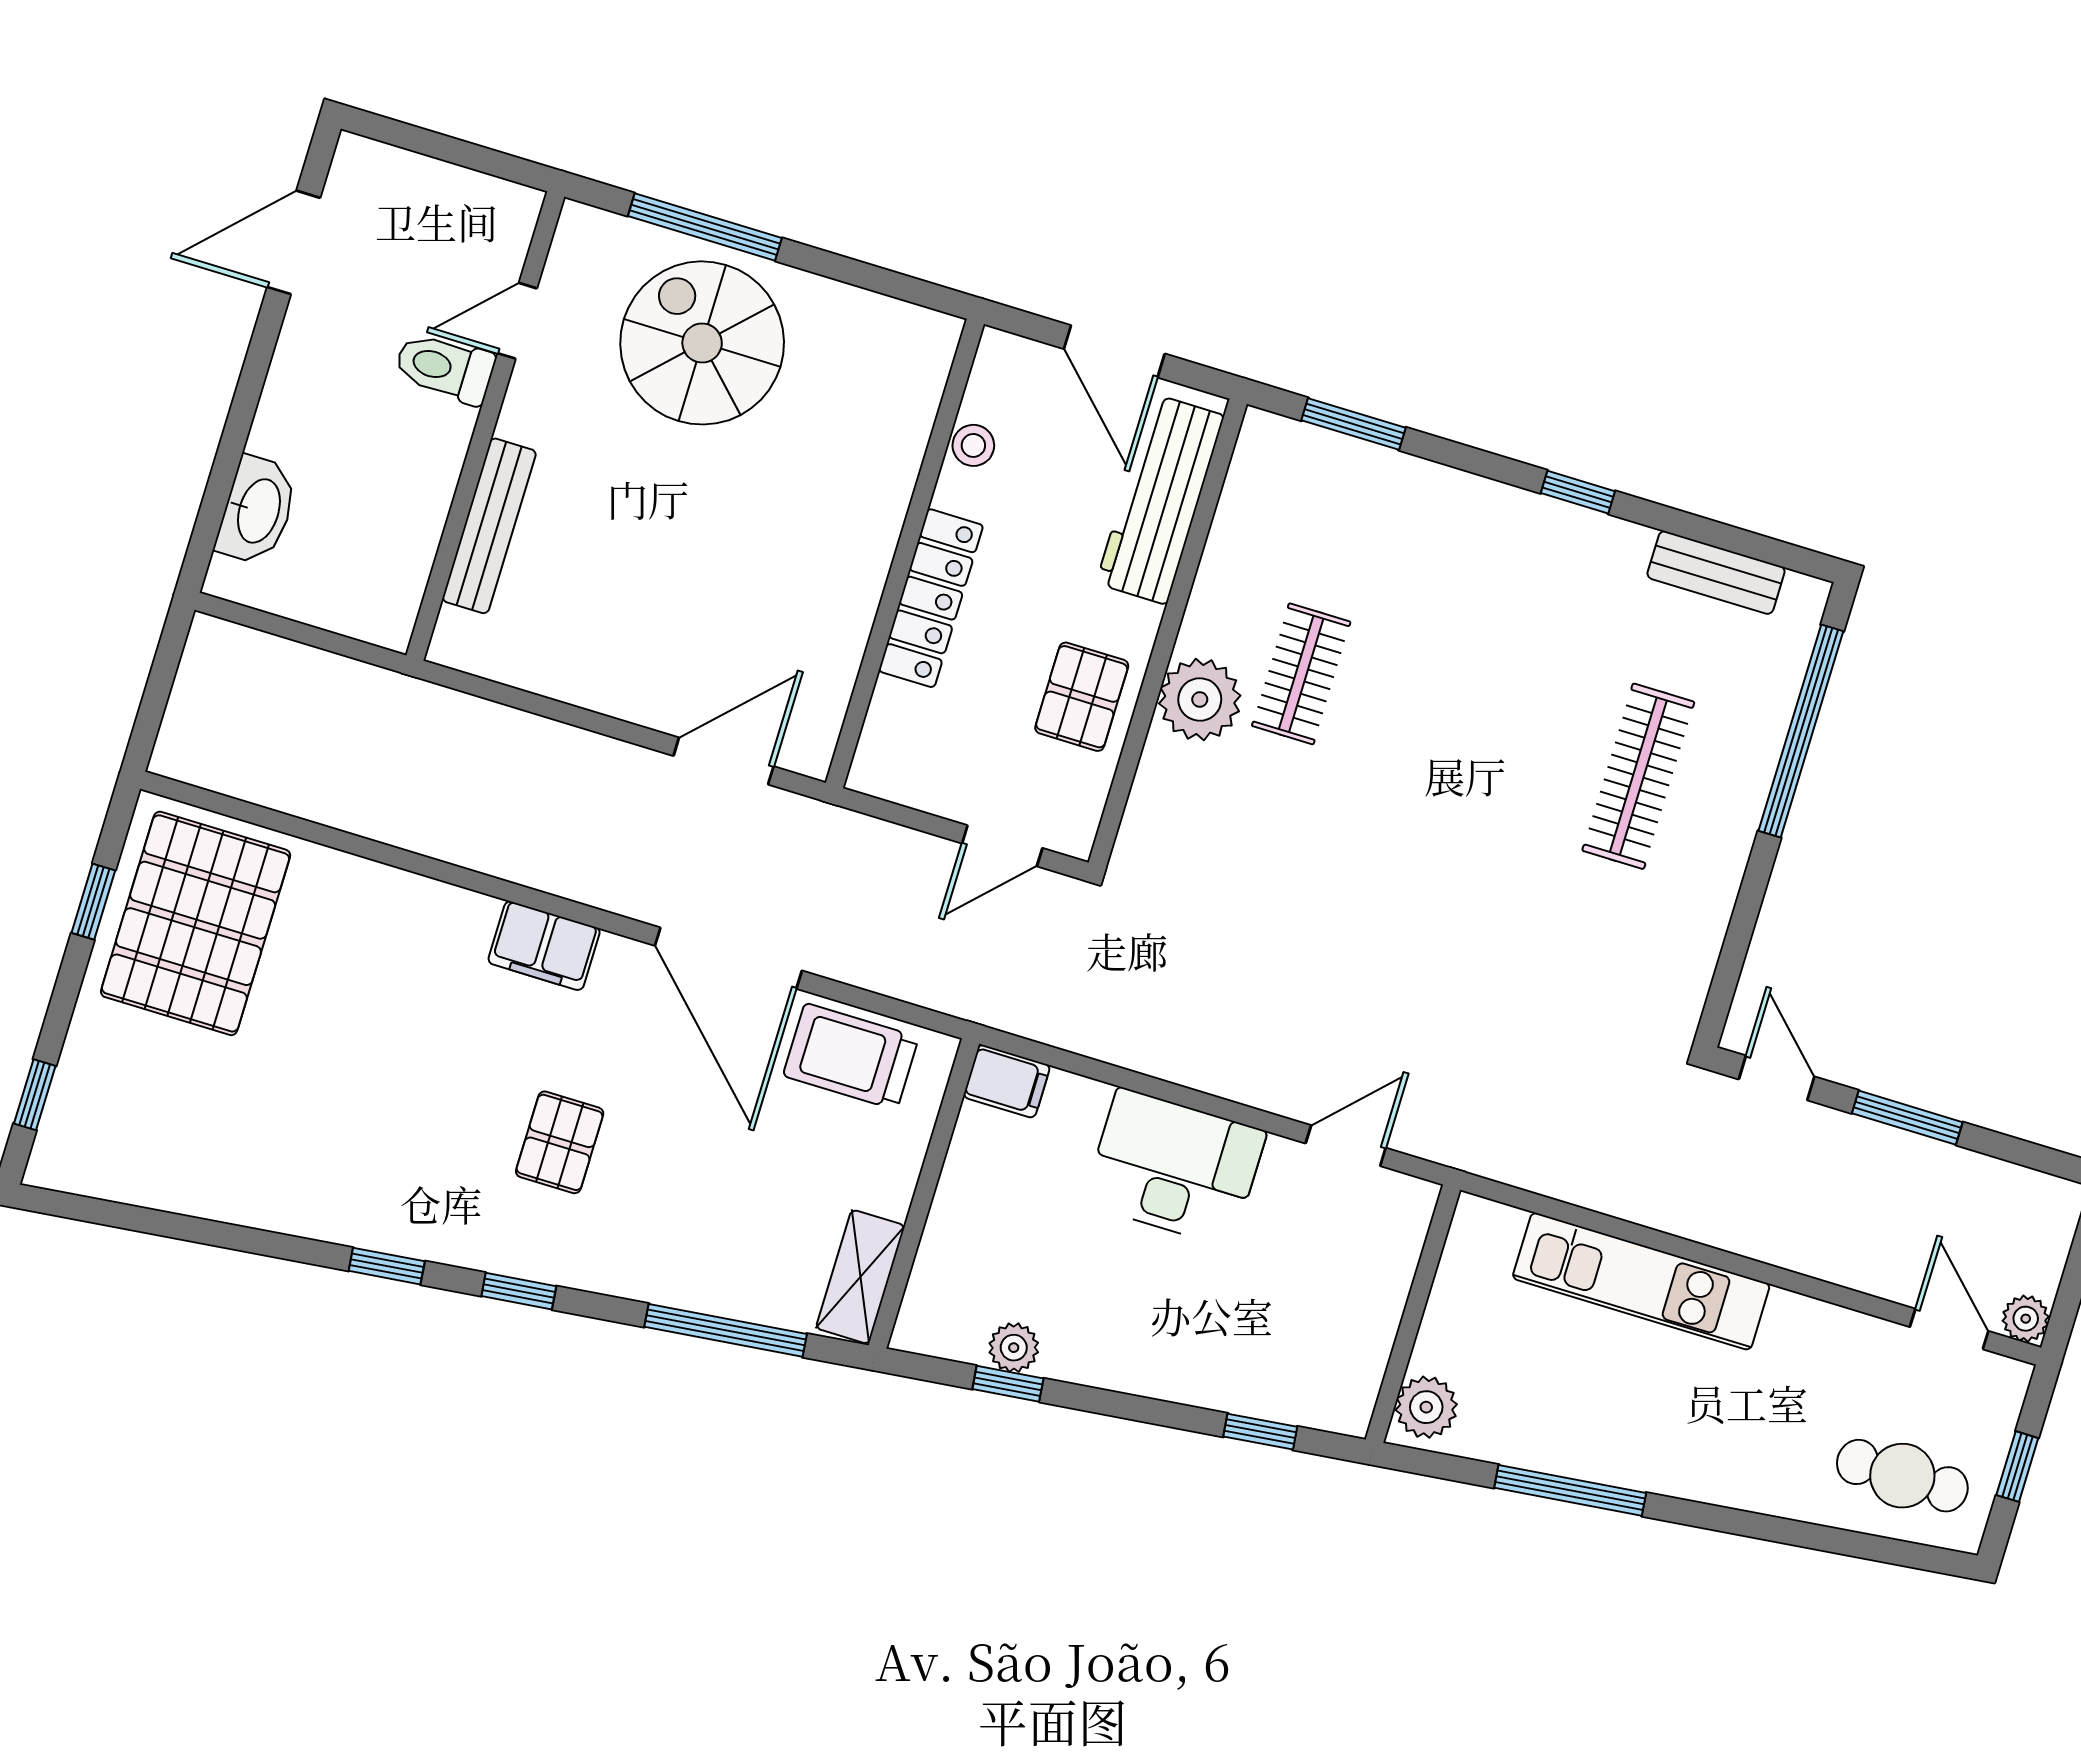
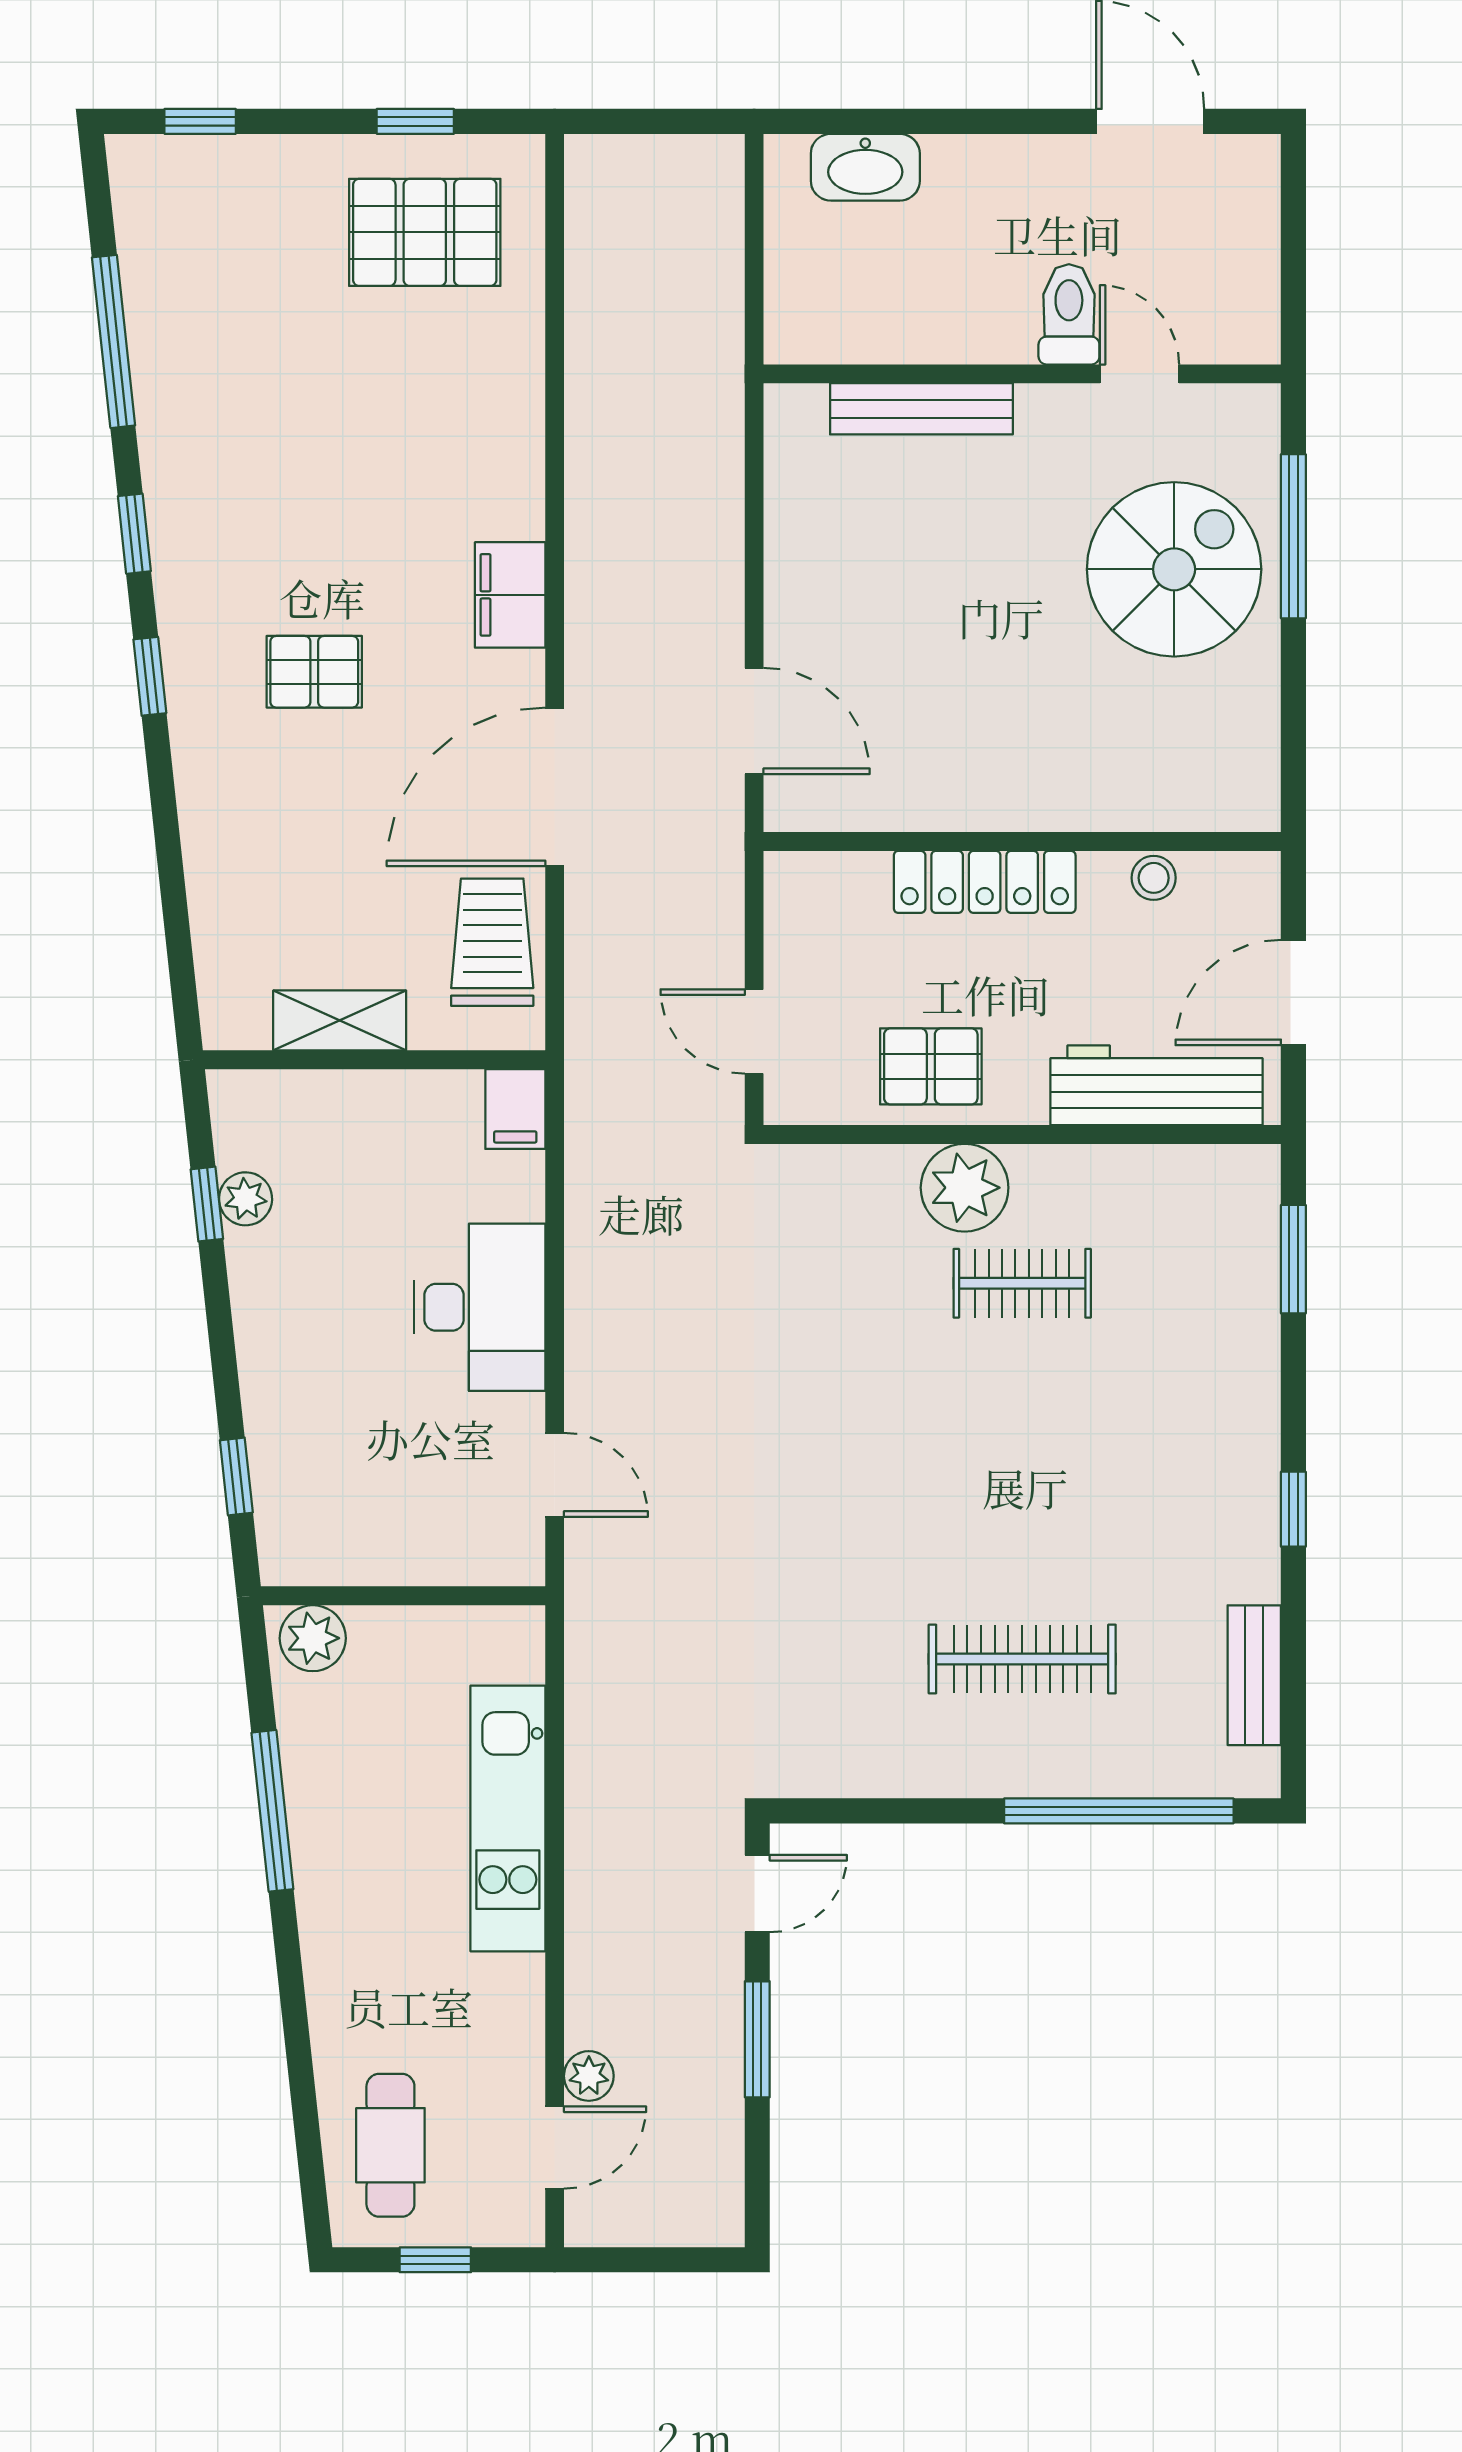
pallet: (196, 923) -> (425, 232), width x0.73, depth x0.71
shelving: (860, 1277) -> (340, 1020), moved
plant: (2026, 1319) -> (589, 2076), moved
window: (726, 1330) -> (114, 341), moved

